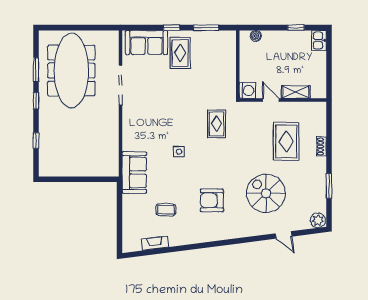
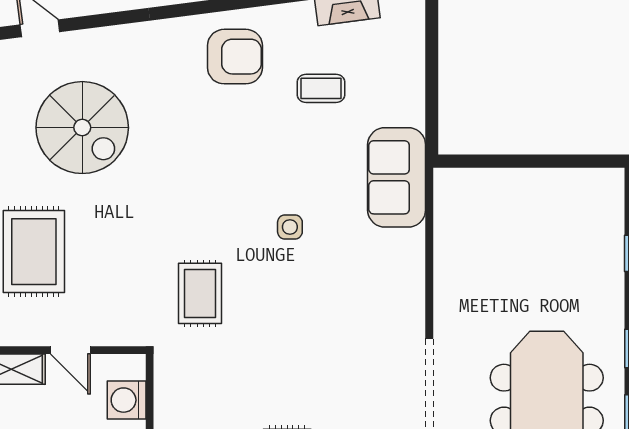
washing machine: (247, 90) -> (127, 400), moved
armchair: (212, 200) -> (235, 57), moved

